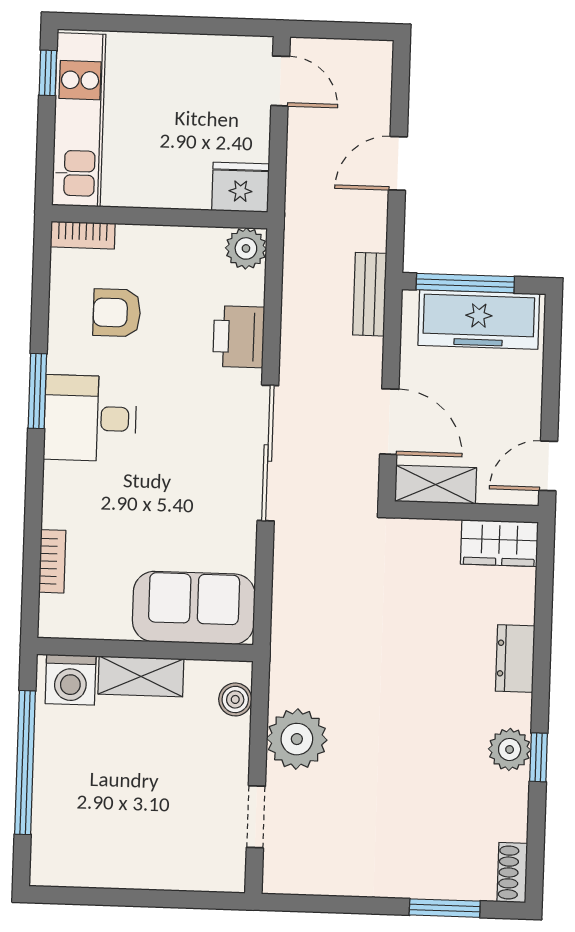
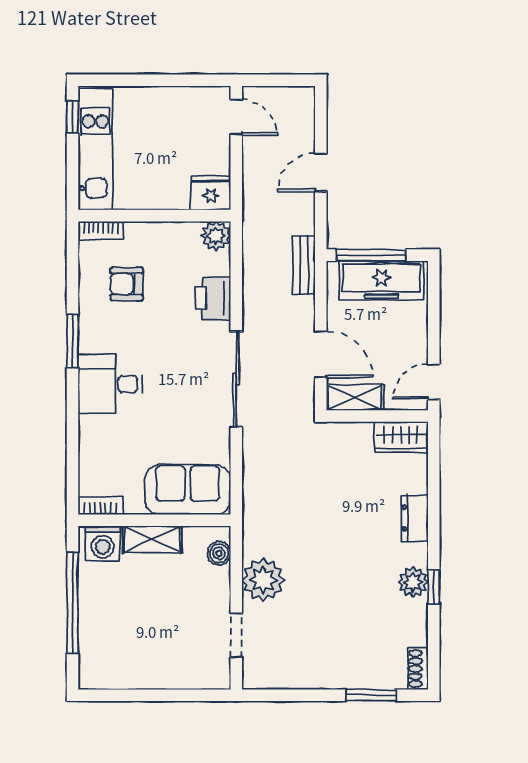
desk: (90, 418) -> (110, 384), moved
bookcase: (52, 561) -> (100, 506), moved, turned -90

